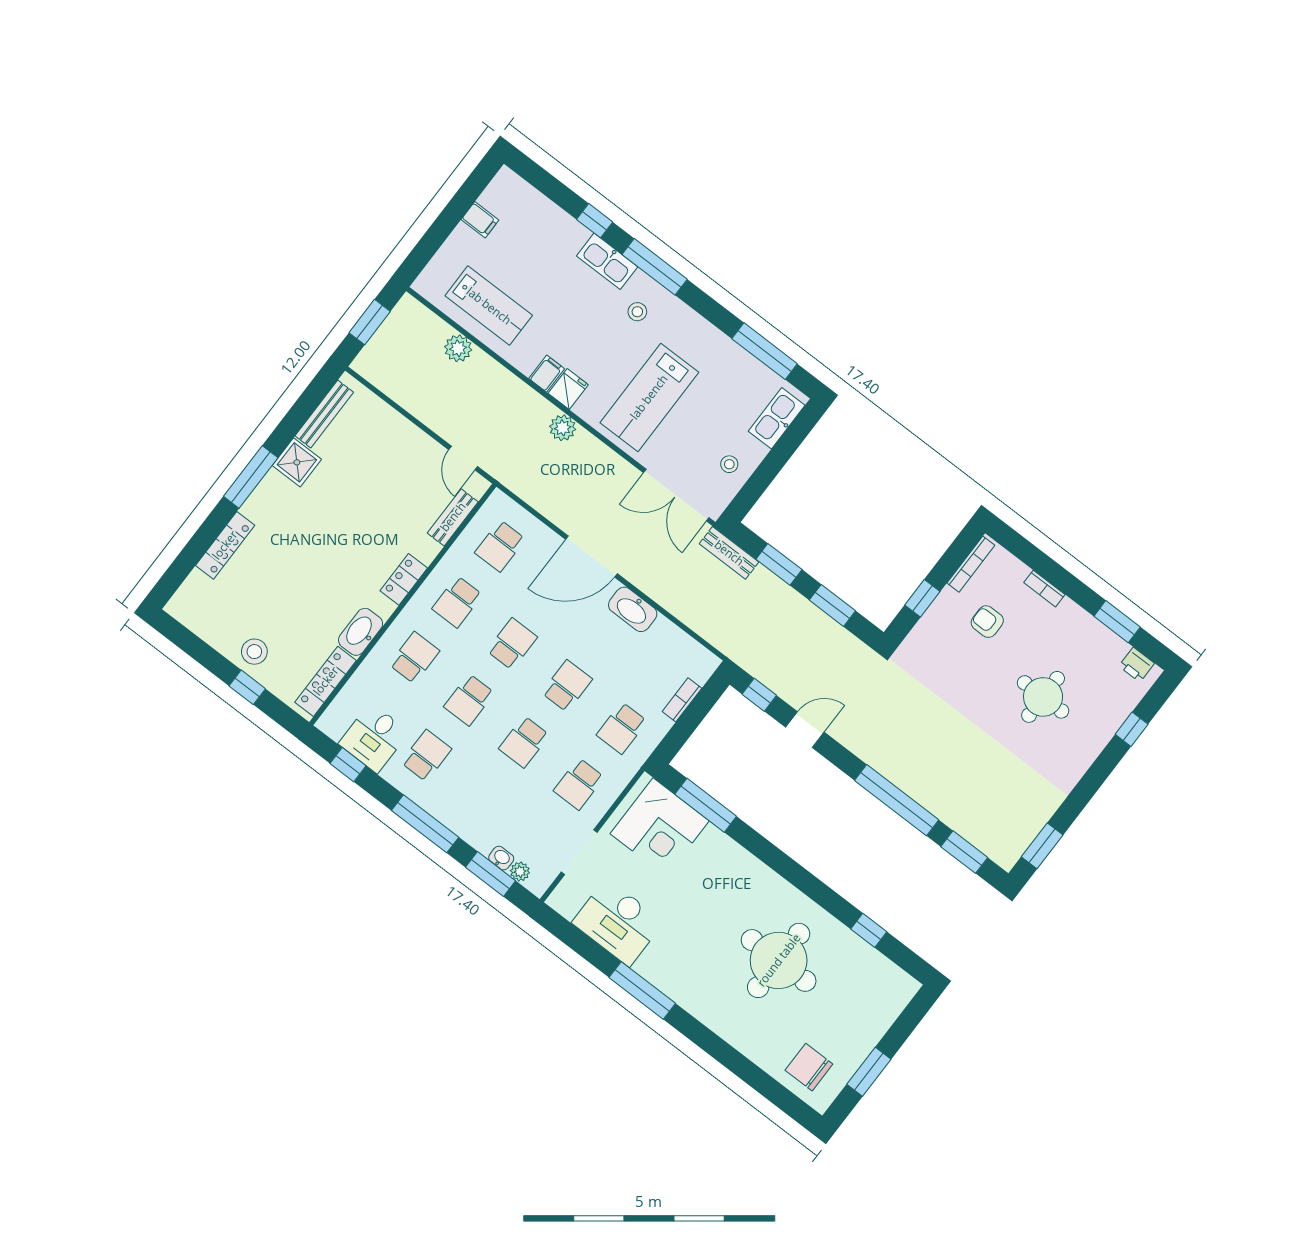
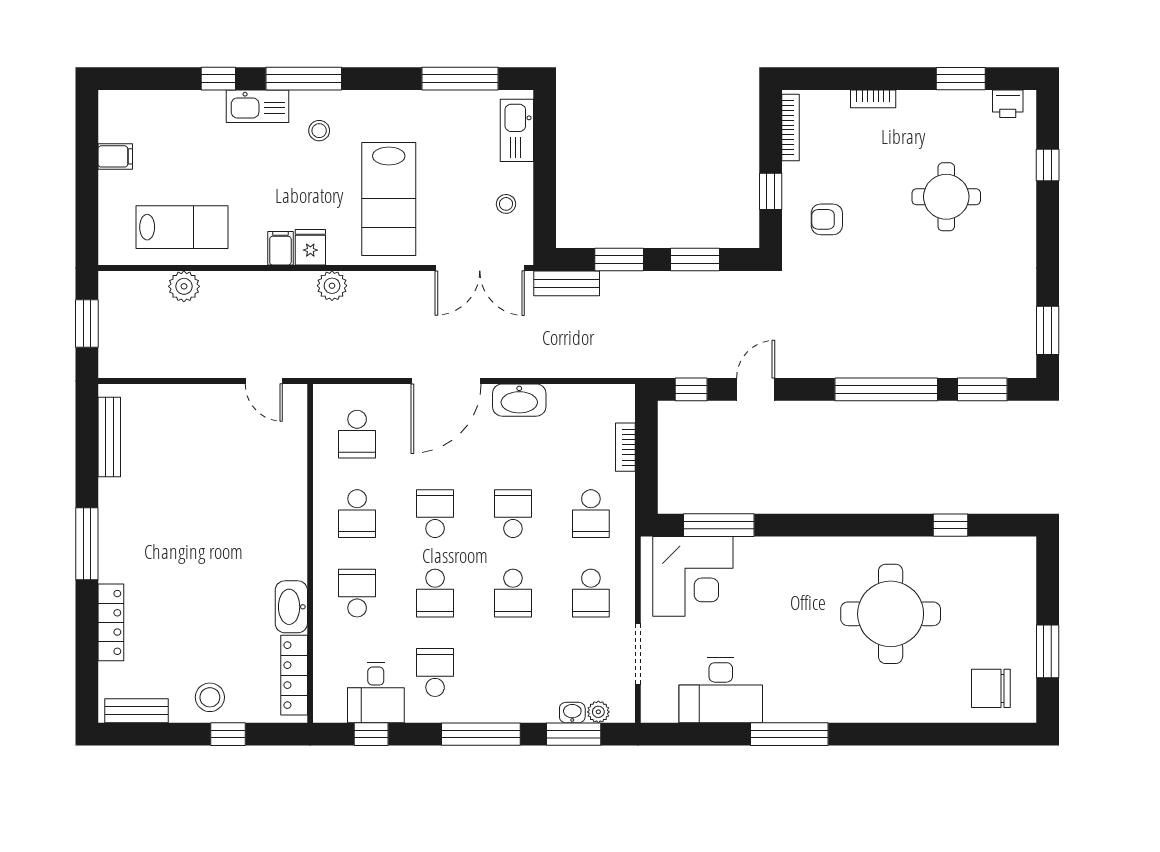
shower: (297, 462) -> (118, 499), removed
bench: (453, 517) -> (136, 711), moved, turned 90
locker: (404, 579) -> (294, 530), removed
armchair: (987, 622) -> (827, 219), moved

